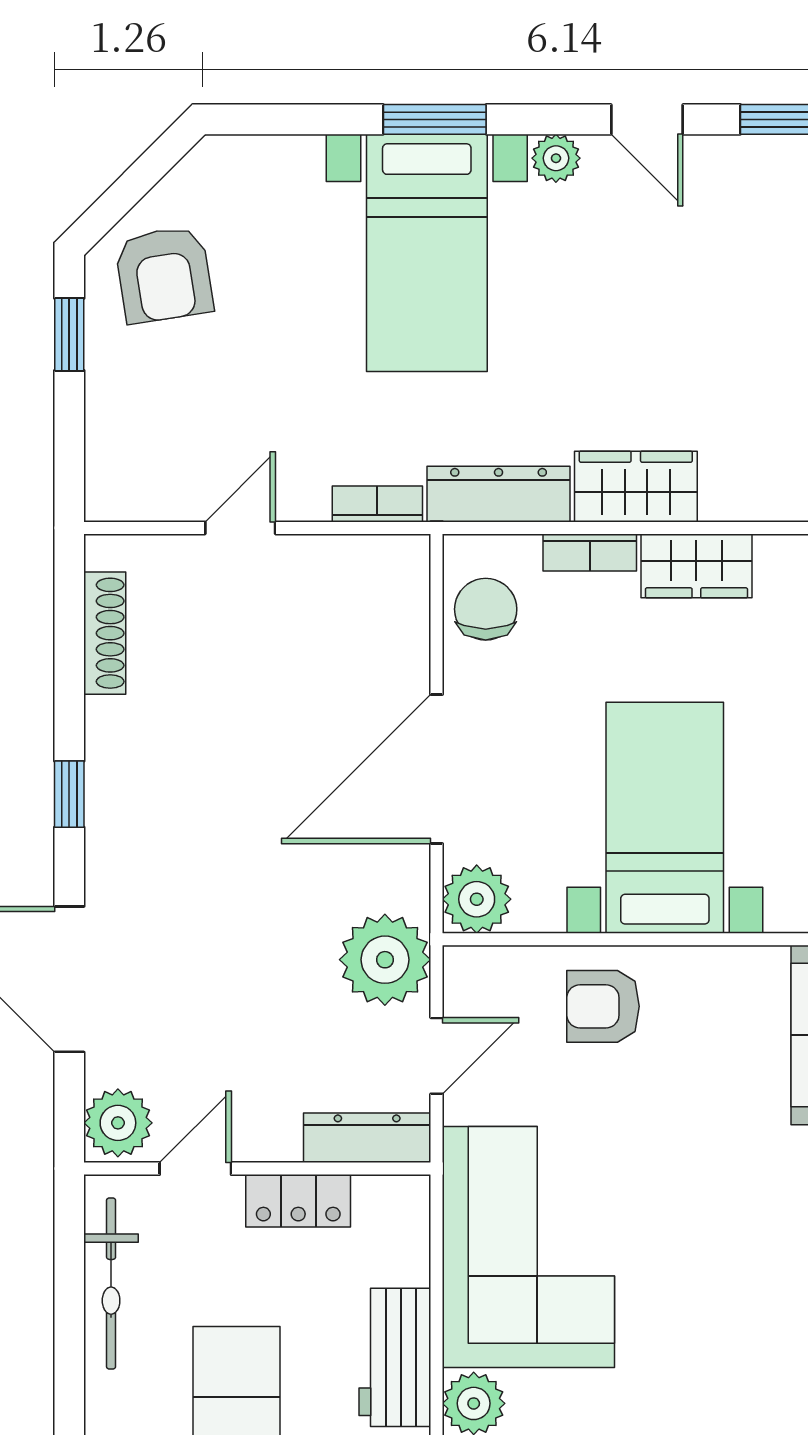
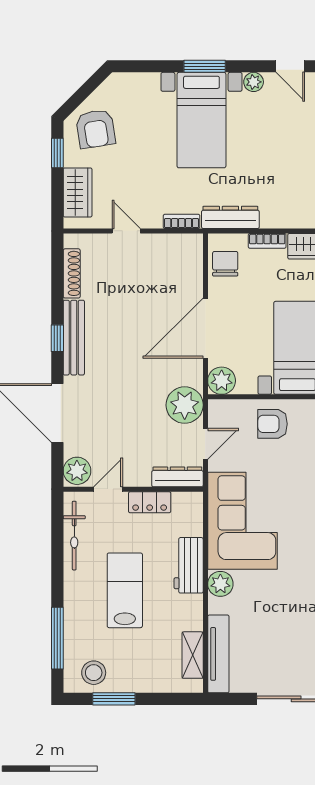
wardrobe: (636, 487) -> (78, 192), moved, turned 90
door: (240, 528) -> (126, 231), hinge flipped
bench: (110, 792) -> (74, 338), added

